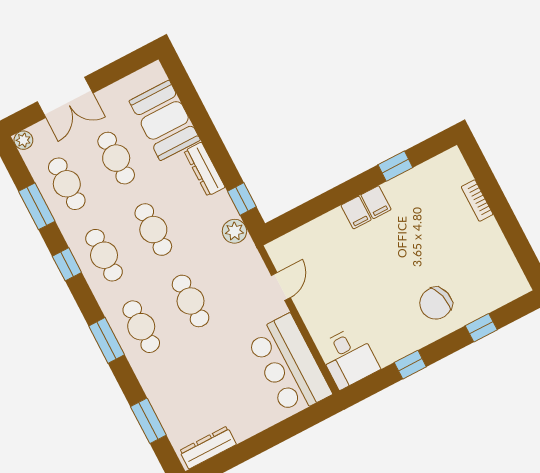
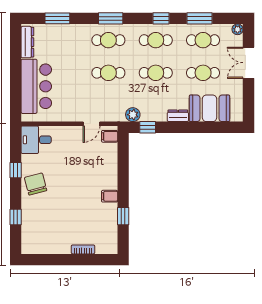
dresser: (204, 169) -> (178, 116), width x0.70
filing cabinet: (356, 213) -> (110, 136), moved
door: (281, 287) -> (91, 124), hinge flipped
chair: (436, 303) -> (36, 184), moved
bar counter: (289, 365) -> (36, 86), moved, turned 90

